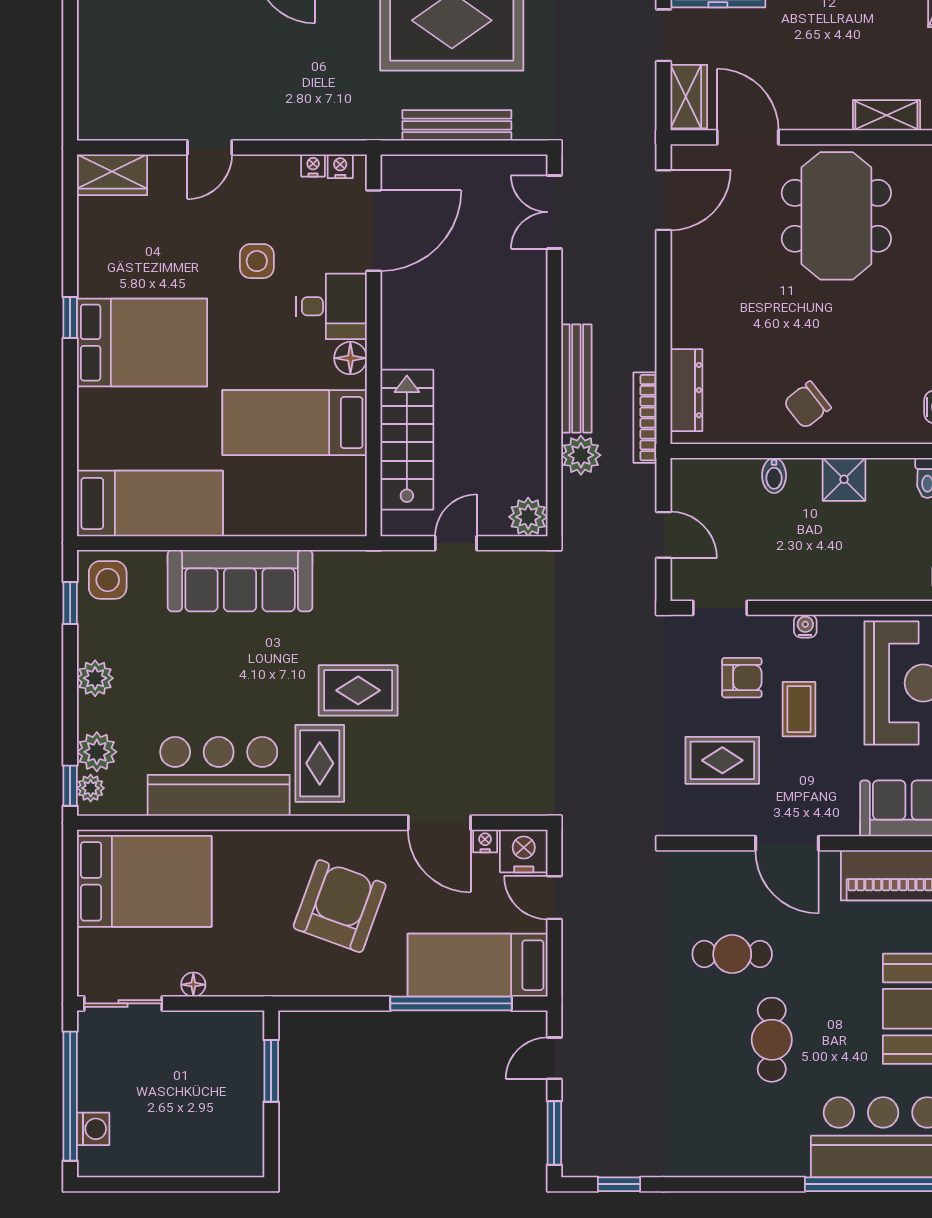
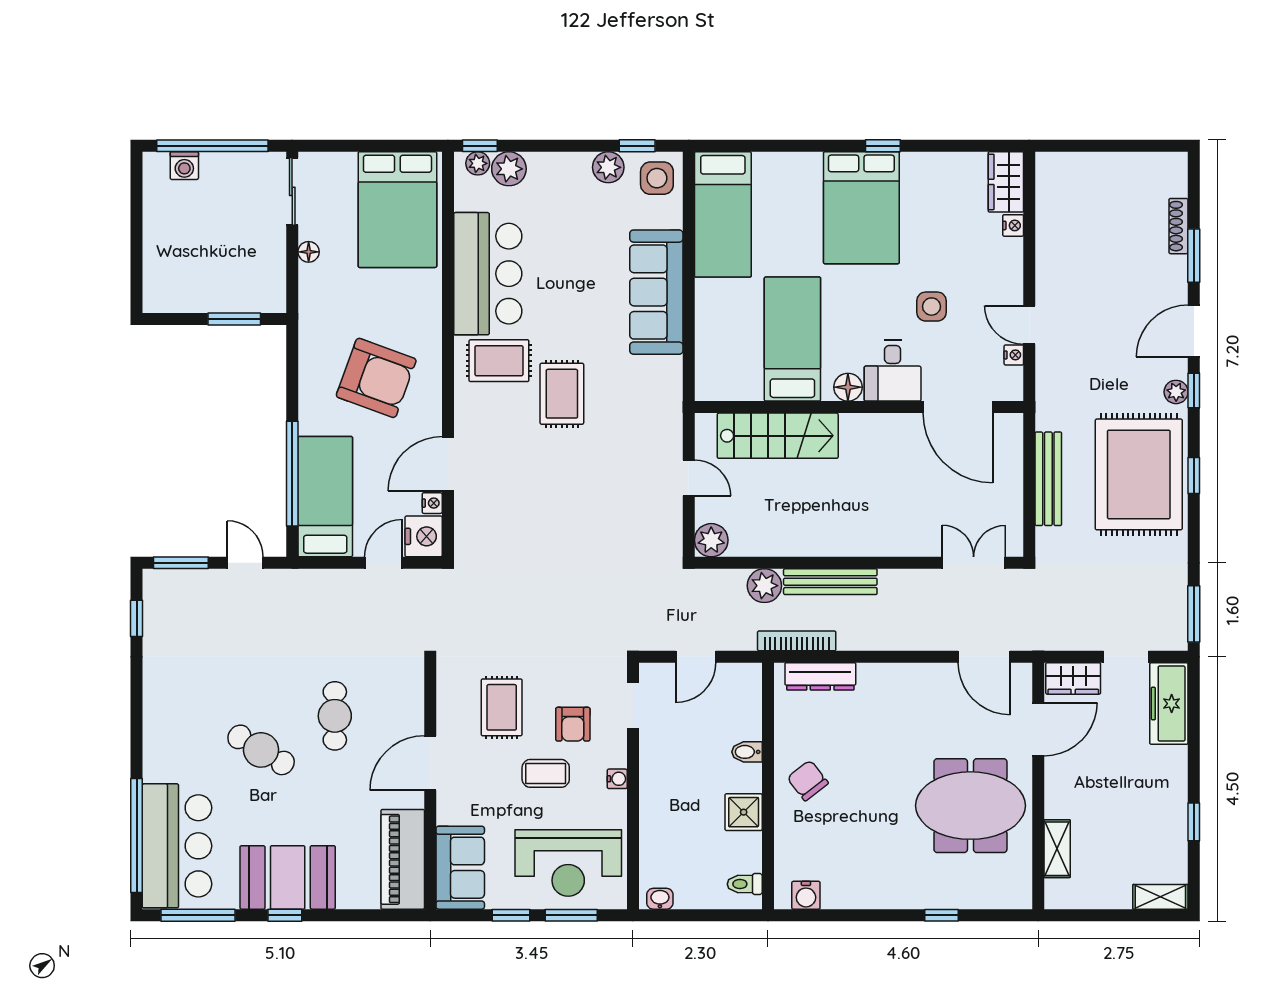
door: (210, 147) -> (1029, 325), moved
nightstand: (340, 166) -> (1013, 225), moved
plant: (95, 678) -> (608, 167), moved
cafe table: (772, 1040) -> (261, 750), turned 31

